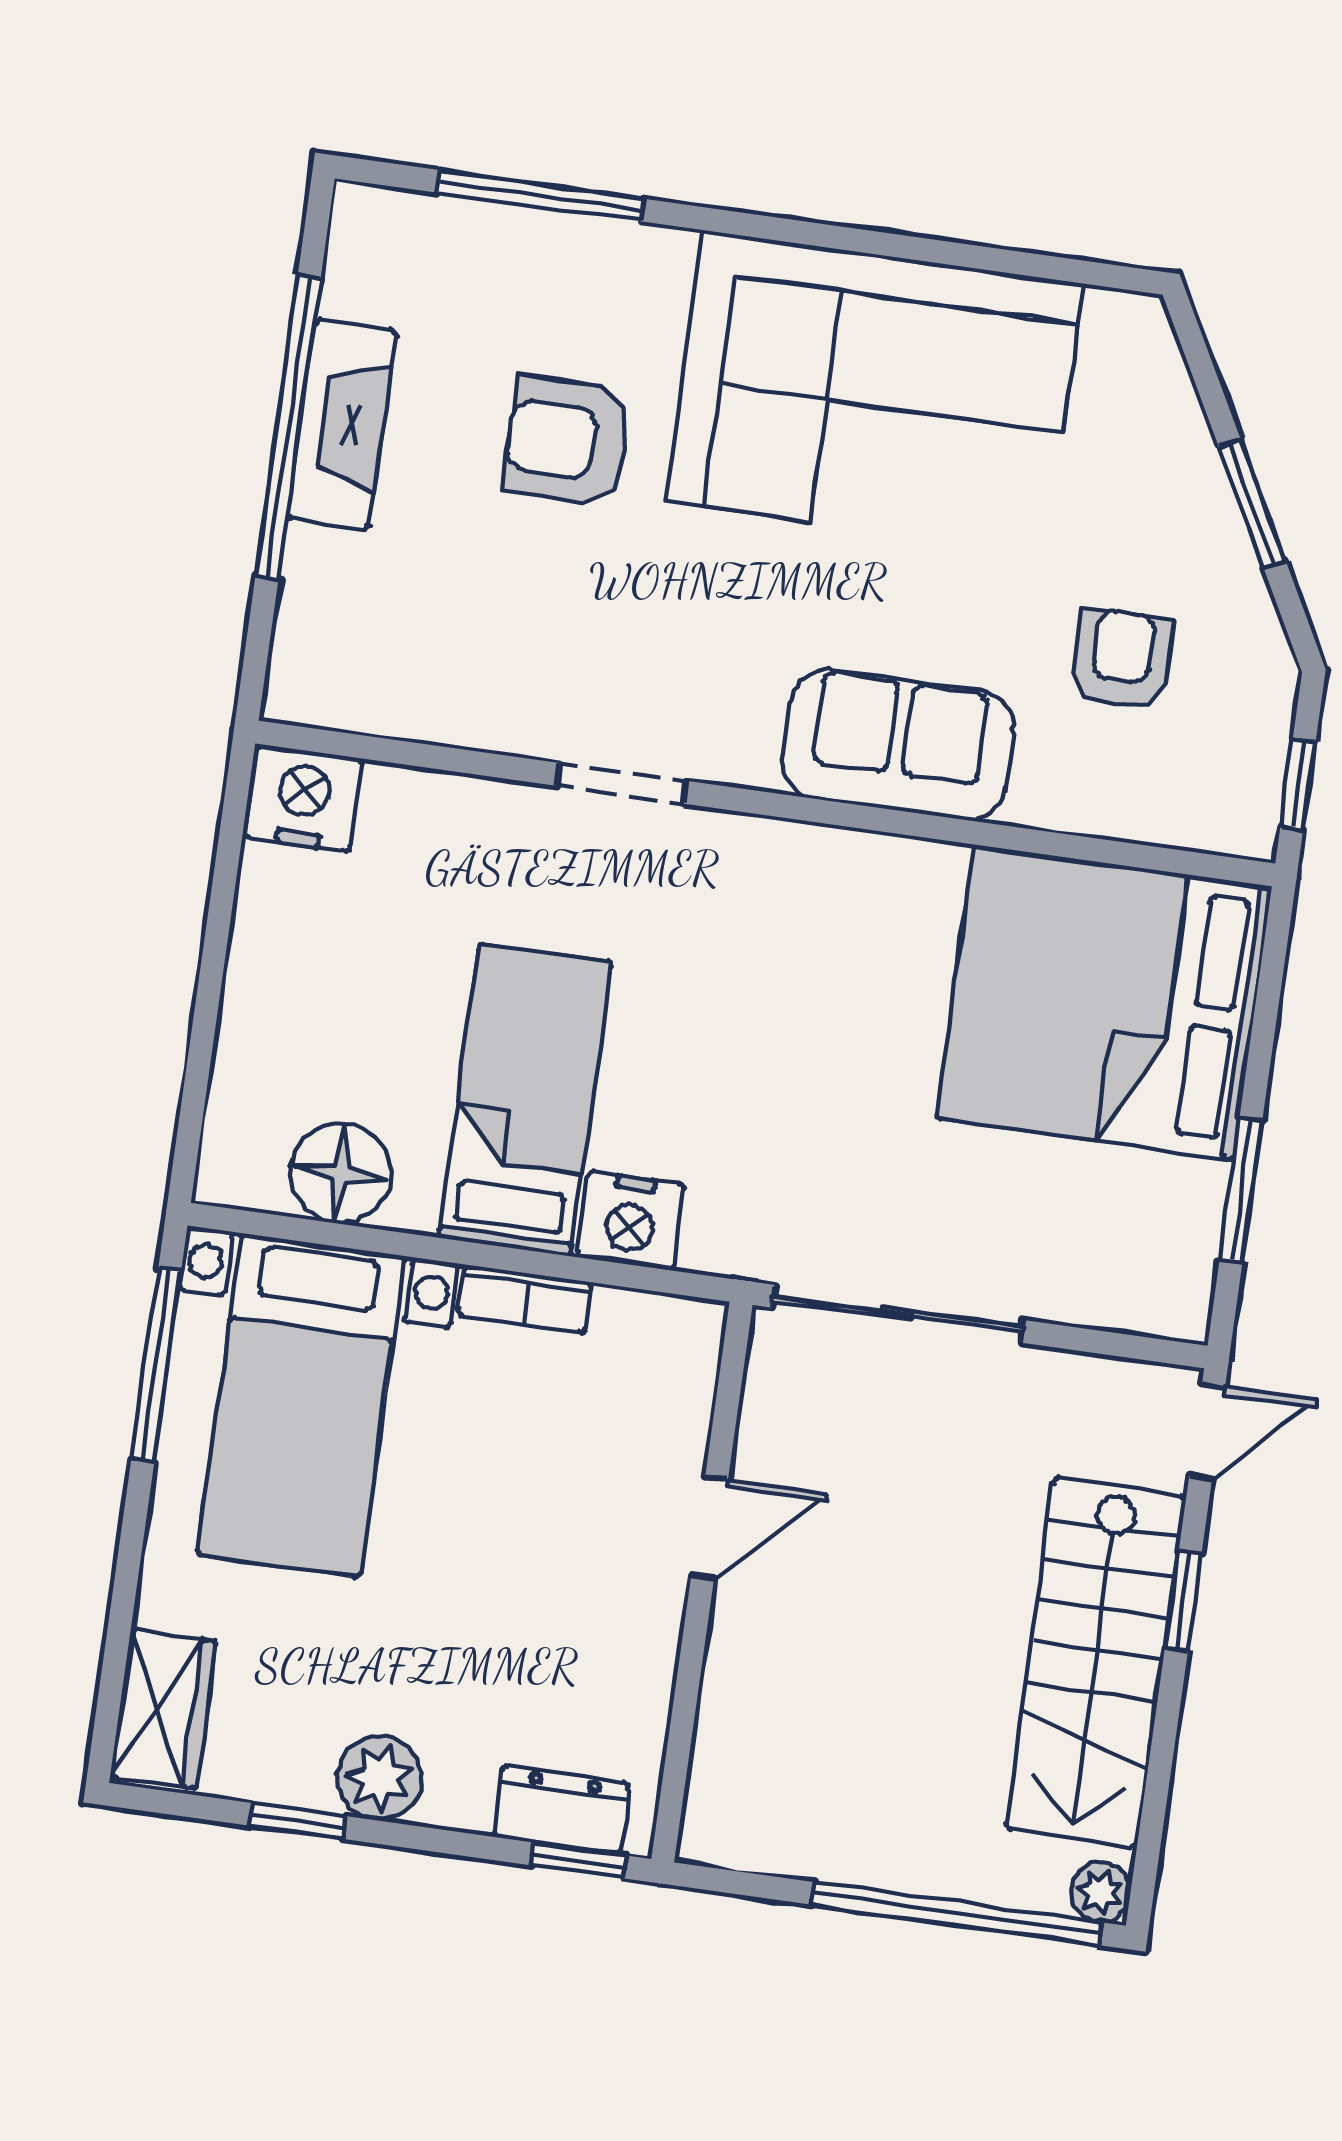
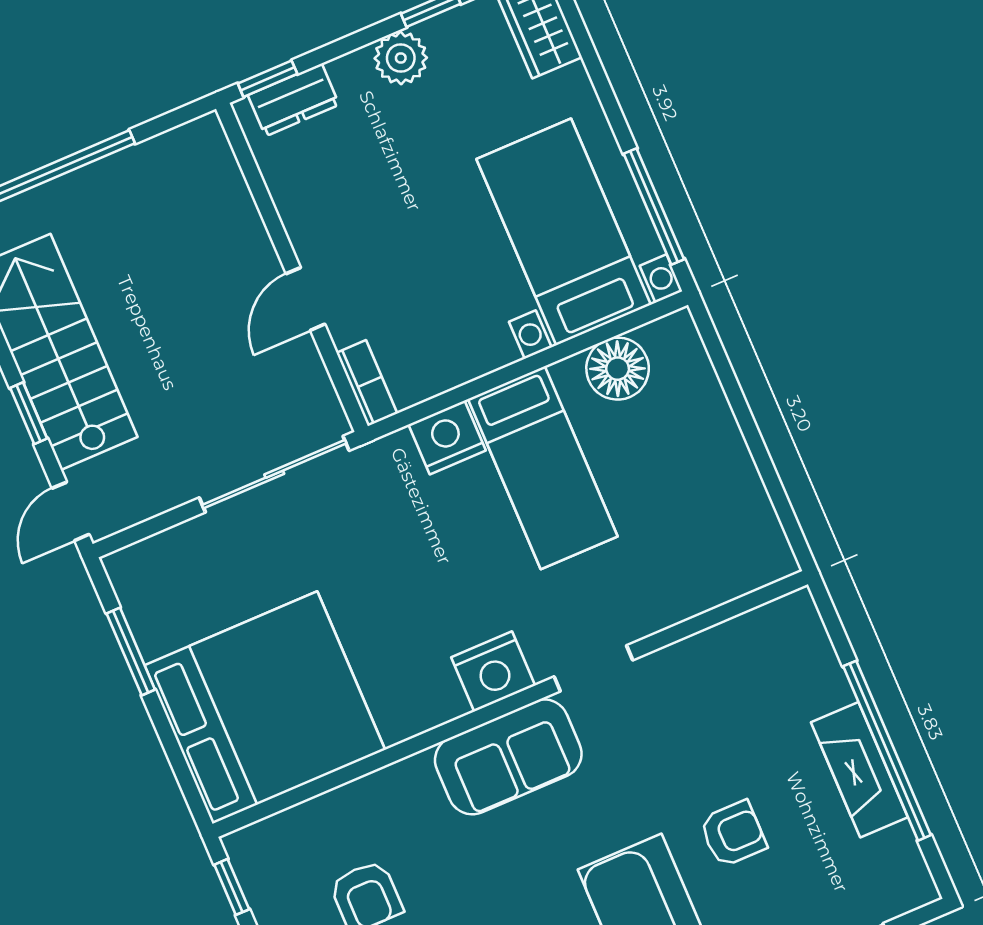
armchair: (568, 441) -> (733, 834), width x0.72, depth x0.72
sofa: (898, 745) -> (508, 757), moved
nightstand: (304, 798) -> (493, 671), moved
bookcase: (525, 1299) -> (367, 383), moved, turned 90

